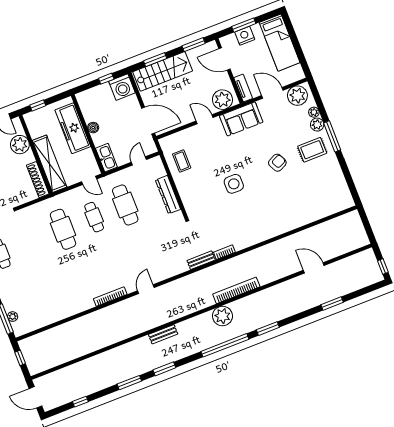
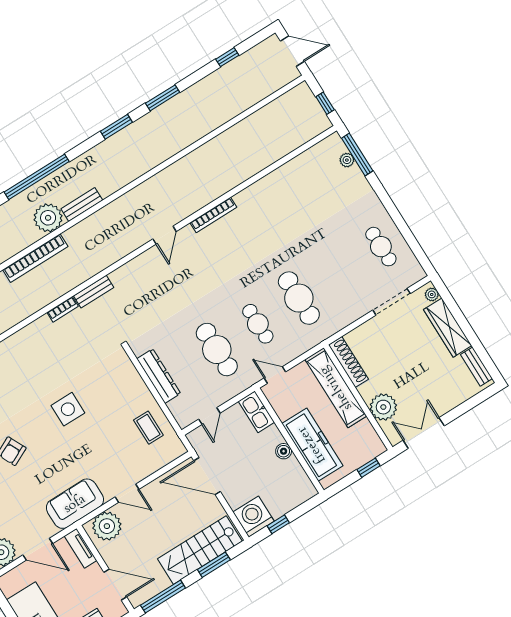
window: (194, 45) -> (163, 597), width x1.44
bench: (163, 334) -> (82, 204), moved

